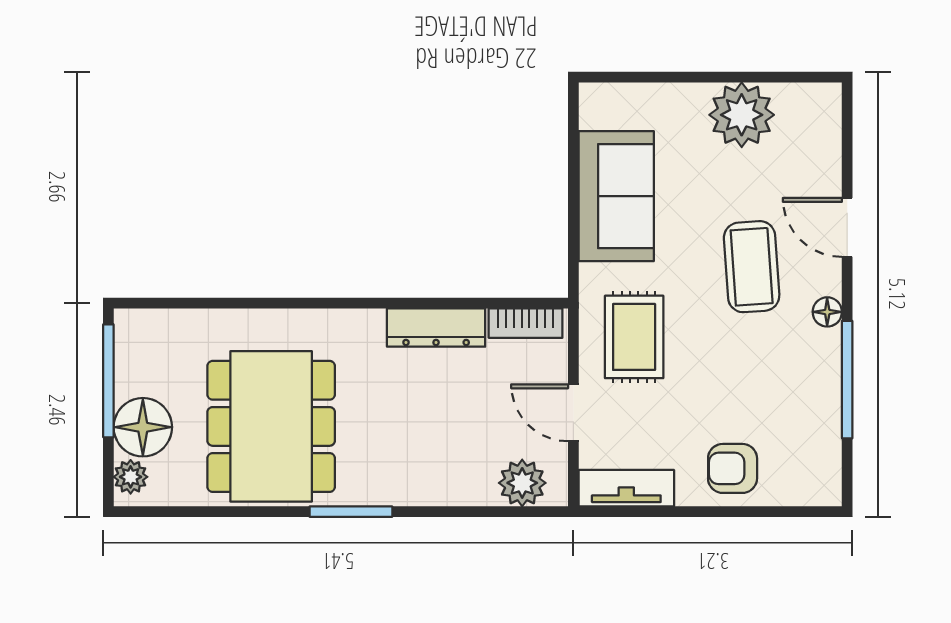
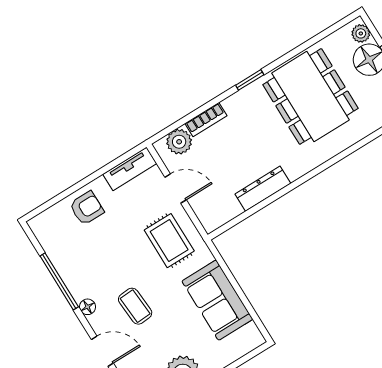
coffee table: (752, 267) -> (135, 306), width x0.73, depth x0.77
bookcase: (526, 323) -> (206, 120), moved, turned 180
window: (351, 512) -> (250, 80), width x0.67

